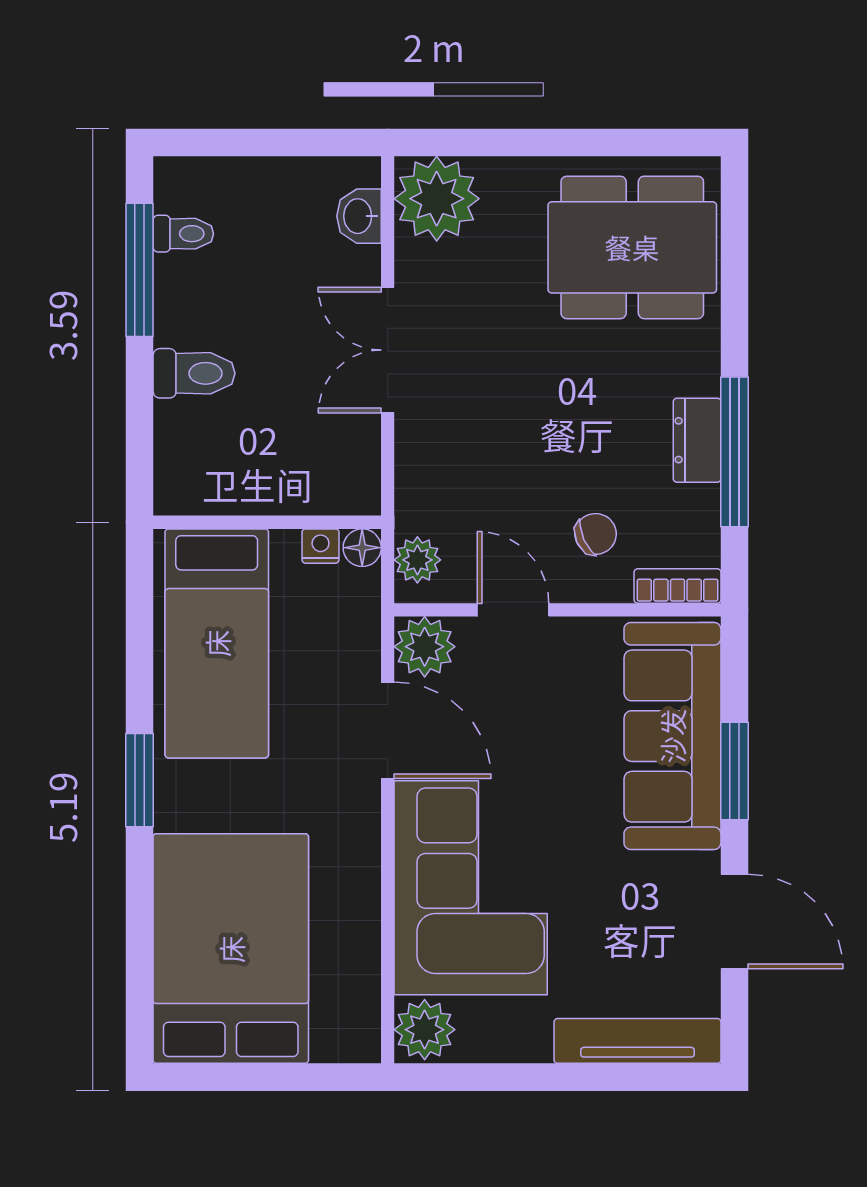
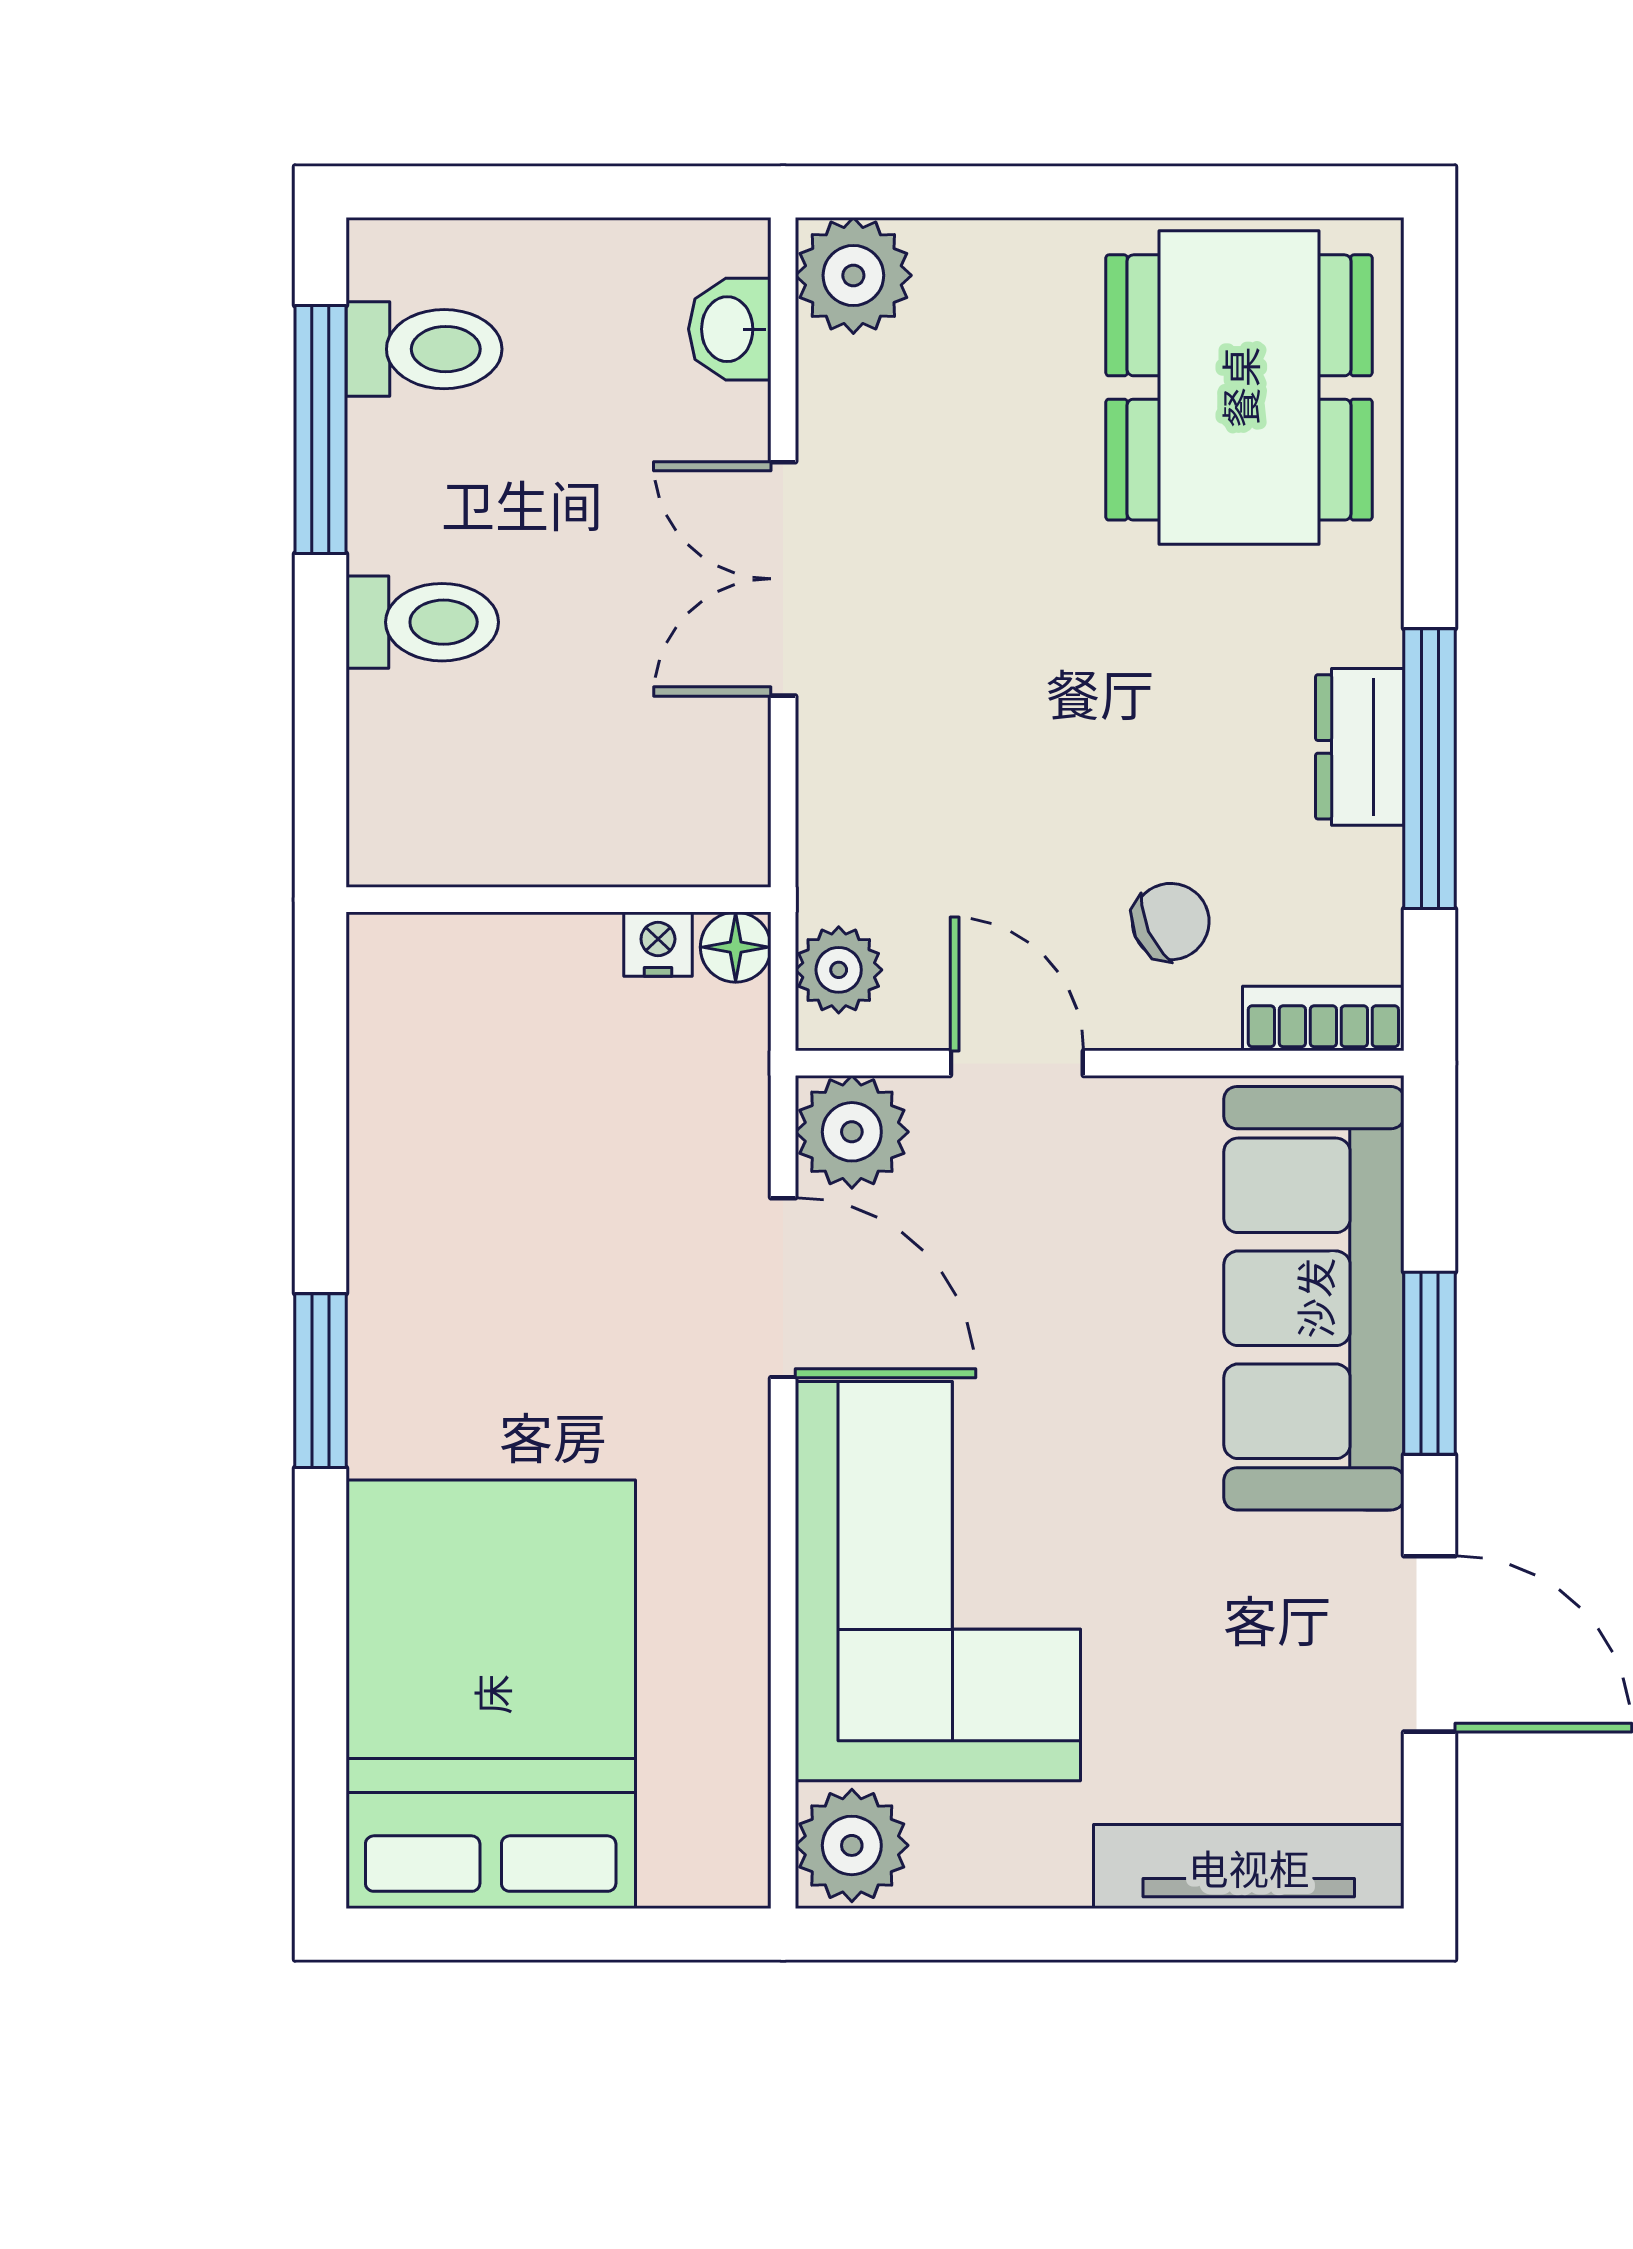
plant: (437, 199) -> (853, 275), width x0.73, depth x0.73
toilet: (183, 234) -> (424, 349), width x1.37, depth x1.39
dining table: (632, 247) -> (1239, 387), turned 90
bed: (217, 643) -> (464, 1126), removed

